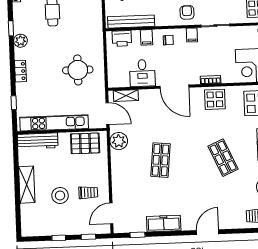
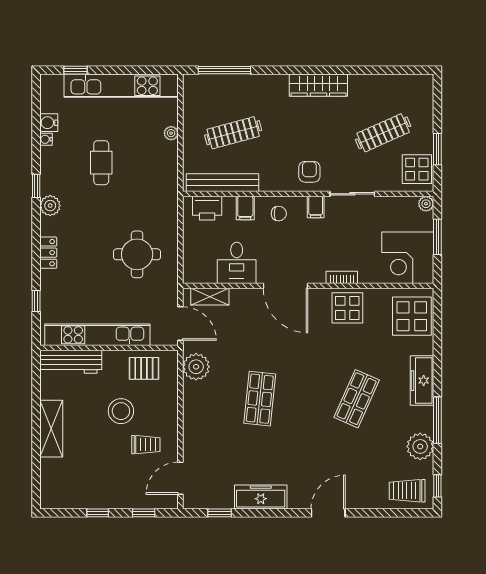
pallet: (85, 143) -> (144, 368), width x0.67, depth x0.71
shop shelf: (223, 158) -> (357, 399), turned 48
stool: (60, 195) -> (121, 411), moved

